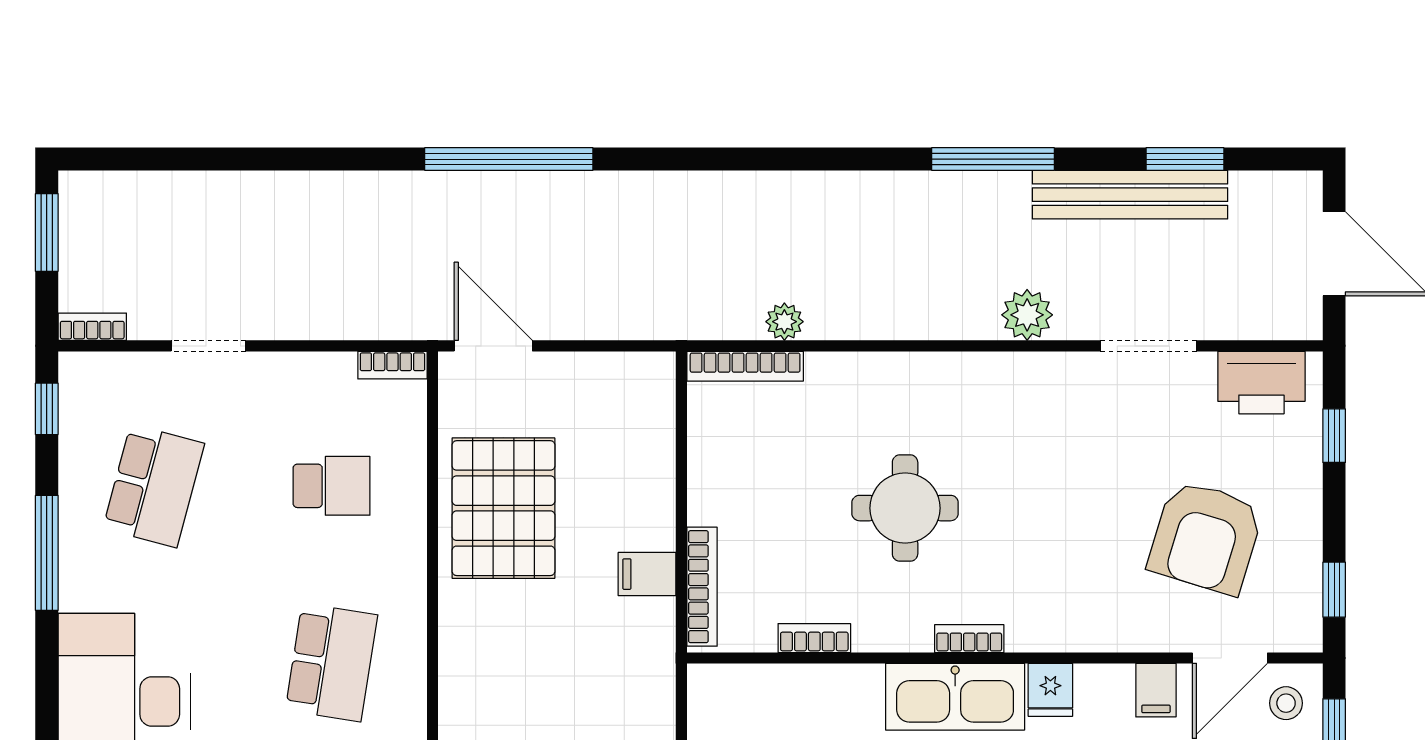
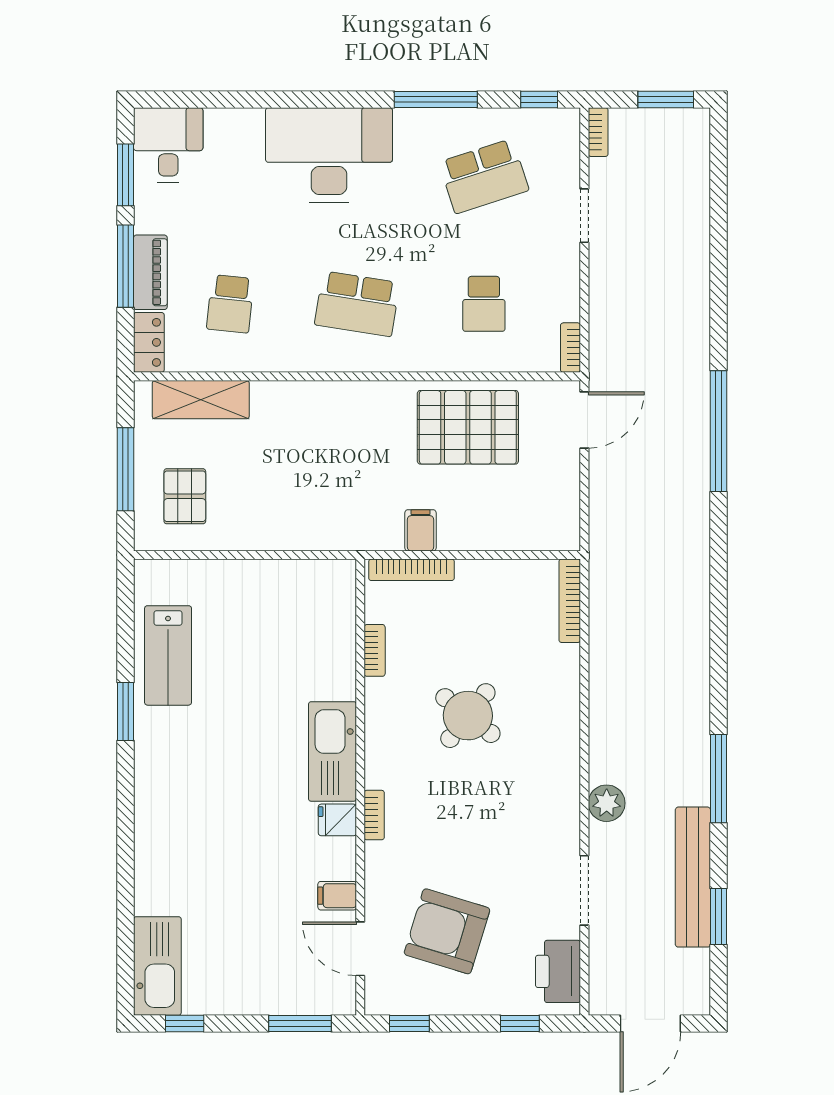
plant: (784, 322) -> (602, 629), removed
school desk: (154, 486) -> (484, 176), turned -33
round table: (905, 508) -> (468, 716), turned 38
bookcase: (969, 639) -> (374, 815), moved
stool: (1286, 703) -> (328, 989), removed

